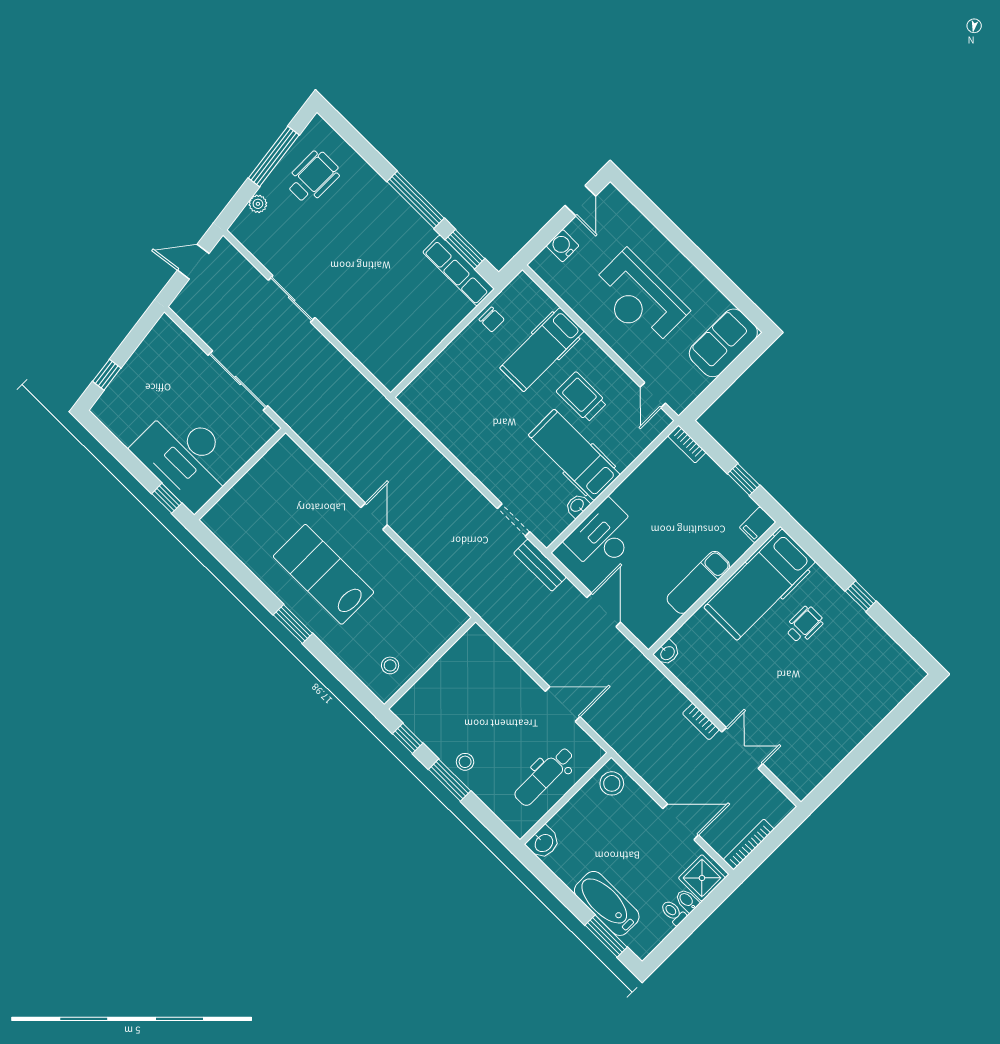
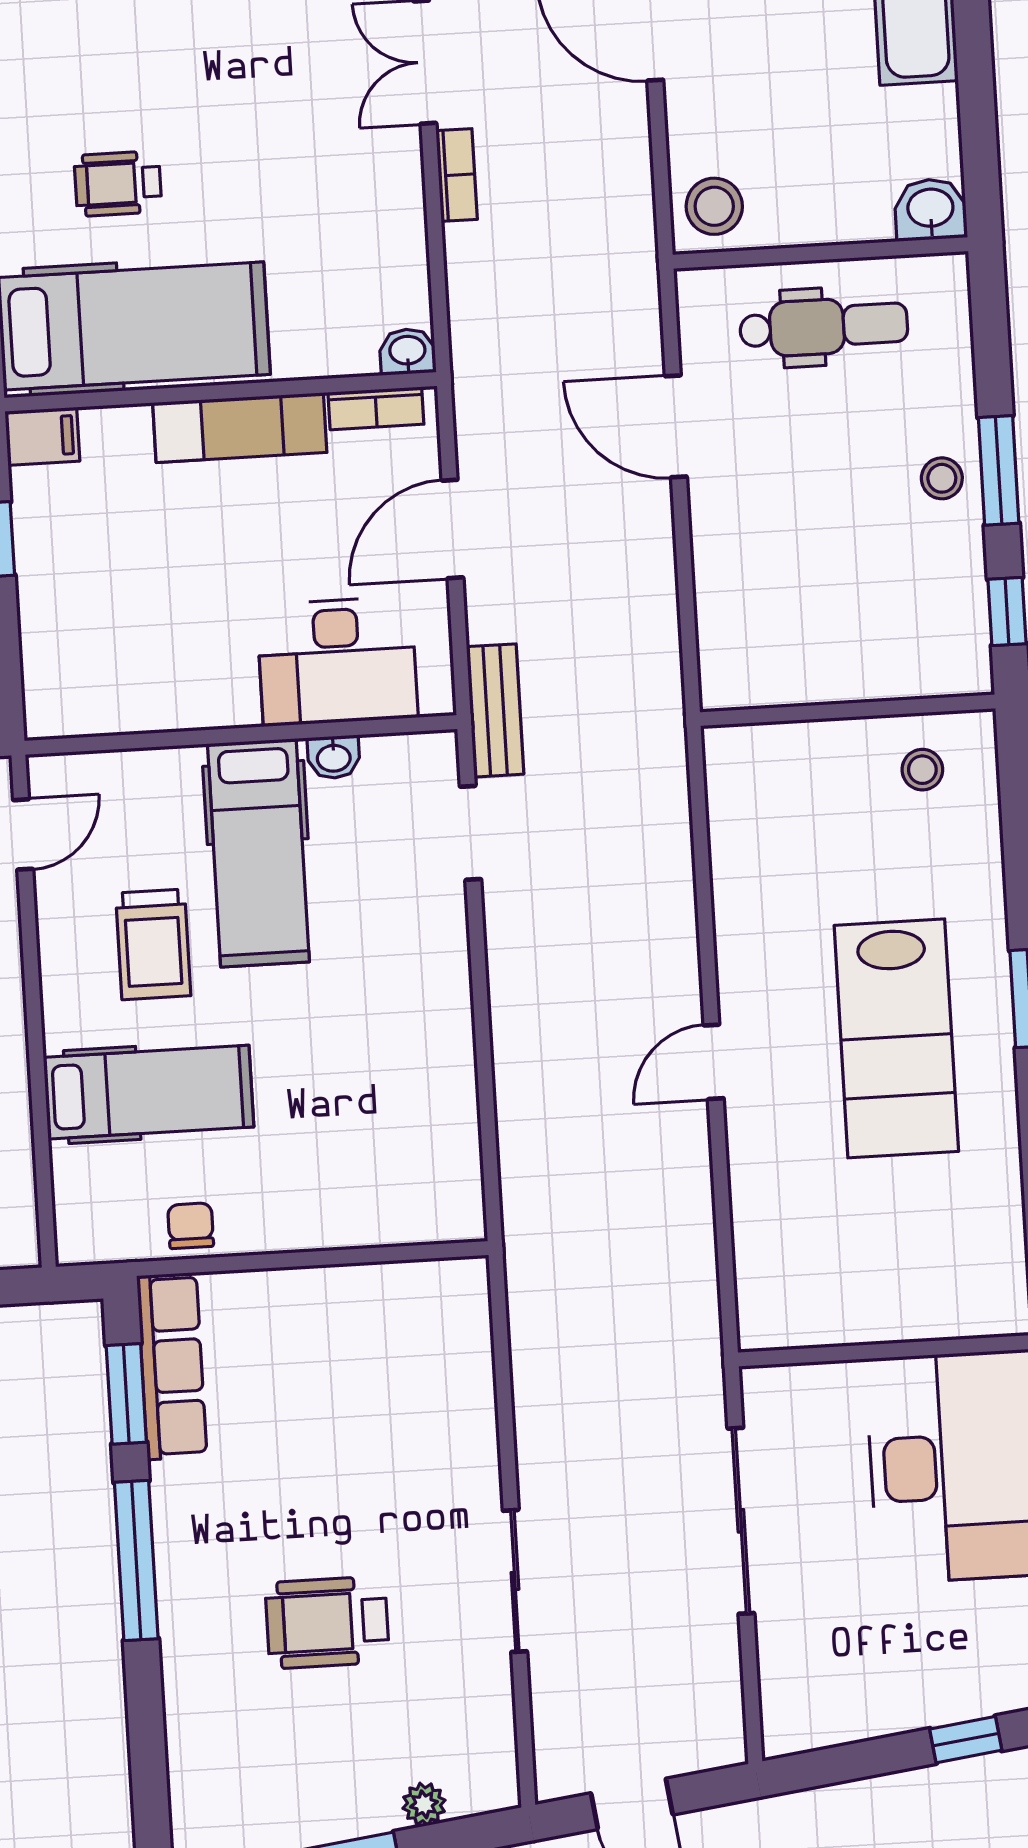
wheelchair: (313, 177) -> (327, 1622), moved
bookcase: (687, 444) -> (376, 408), moved, turned 90

